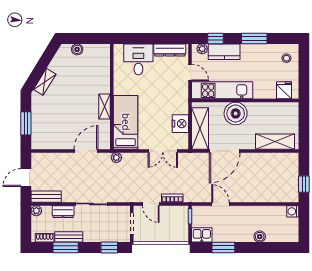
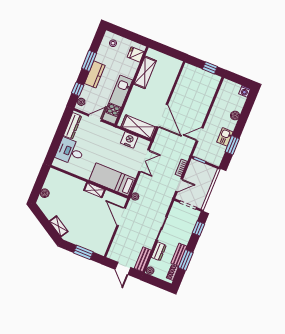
kitchen counter: (224, 52) -> (95, 74), moved
boiler: (236, 113) -> (138, 97), removed
shelving: (275, 142) -> (145, 72), moved
washing machine: (293, 211) -> (245, 91), moved
kitchen sink: (202, 235) -> (225, 137), moved

